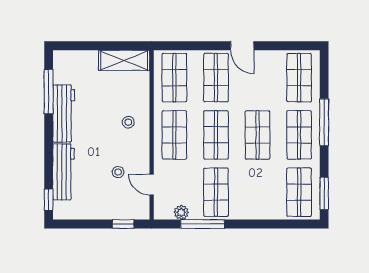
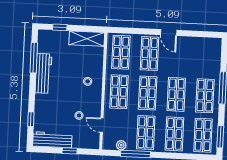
window: (84, 46) -> (60, 27), added
shop shelf: (299, 78) -> (174, 134), moved
workbench: (64, 172) -> (52, 140), moved, turned -90
window: (49, 200) -> (31, 119), moved
window: (123, 224) -> (70, 151), moved

